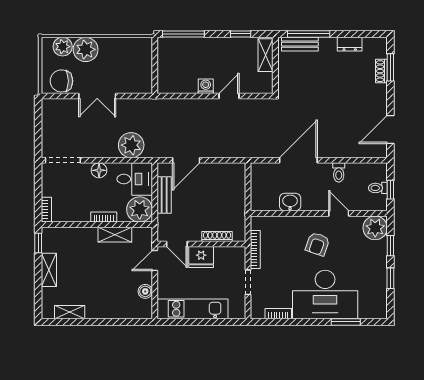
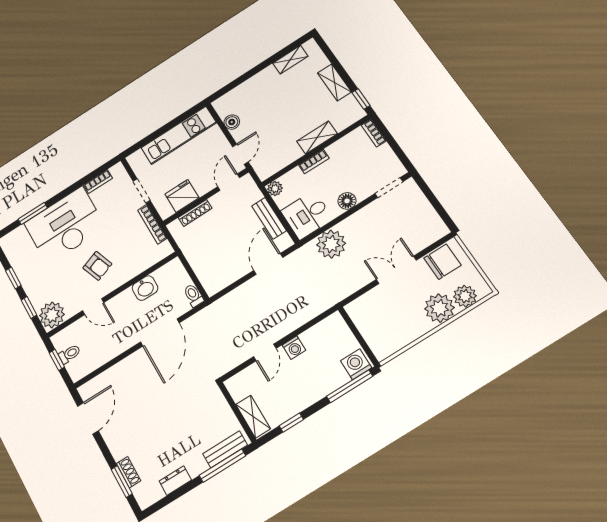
washing machine: (169, 47) -> (356, 364), added
doorway: (63, 160) -> (389, 188), width x0.73
toilet: (339, 172) -> (193, 295), moved
plant: (140, 209) -> (275, 188), width x0.53, depth x0.53
shelving: (115, 235) -> (317, 137), moved
door: (177, 244) -> (229, 182), hinge flipped
armchair: (317, 244) -> (97, 266), turned 141
fridge: (201, 257) -> (182, 196), moved

